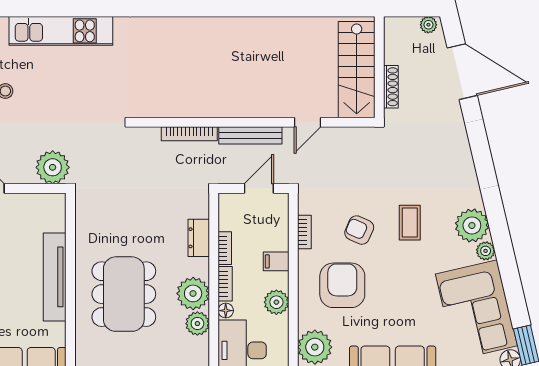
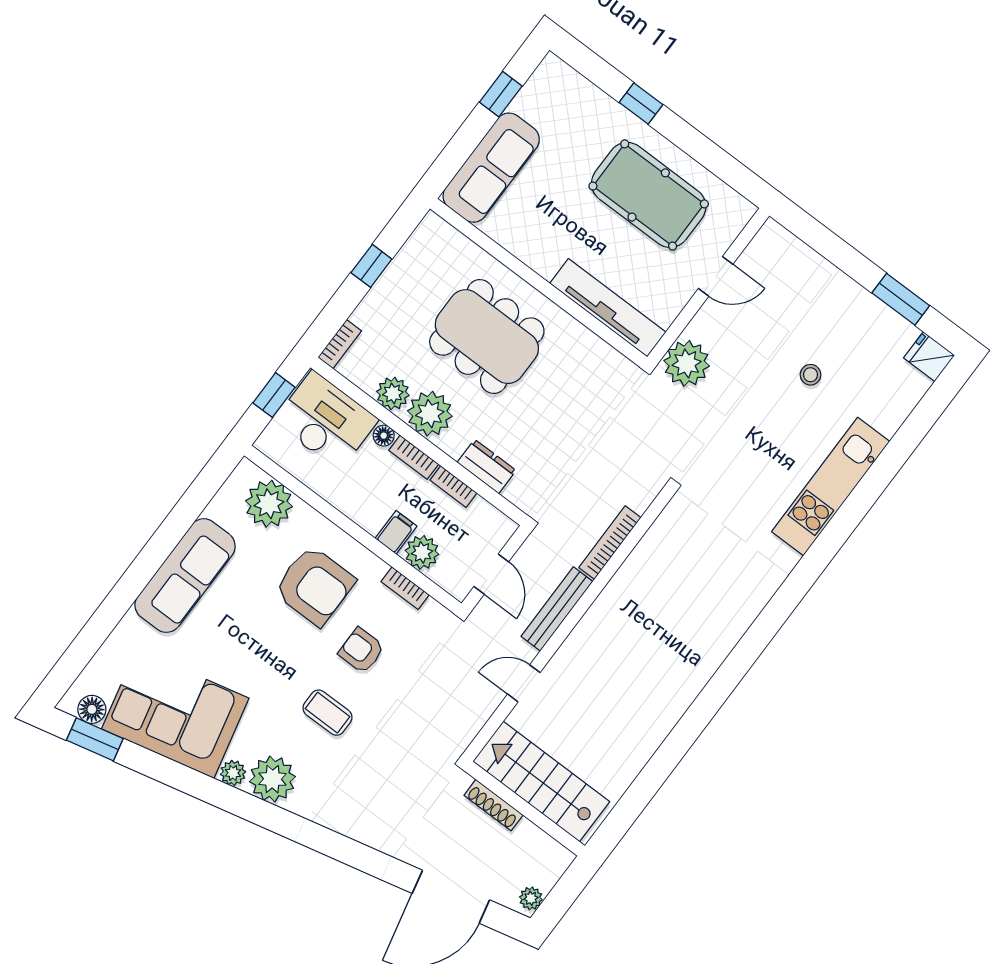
door: (308, 122) -> (524, 683), hinge flipped
armchair: (359, 230) -> (361, 650), turned -114
tv unit: (55, 277) -> (608, 308), moved
plant: (276, 302) -> (422, 552), moved

